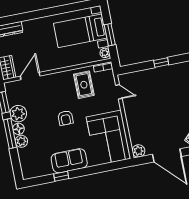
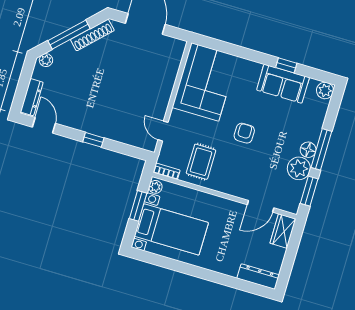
plant: (21, 141) -> (325, 91), moved
plant: (138, 151) -> (177, 47), removed
sofa: (69, 161) -> (283, 84), moved

